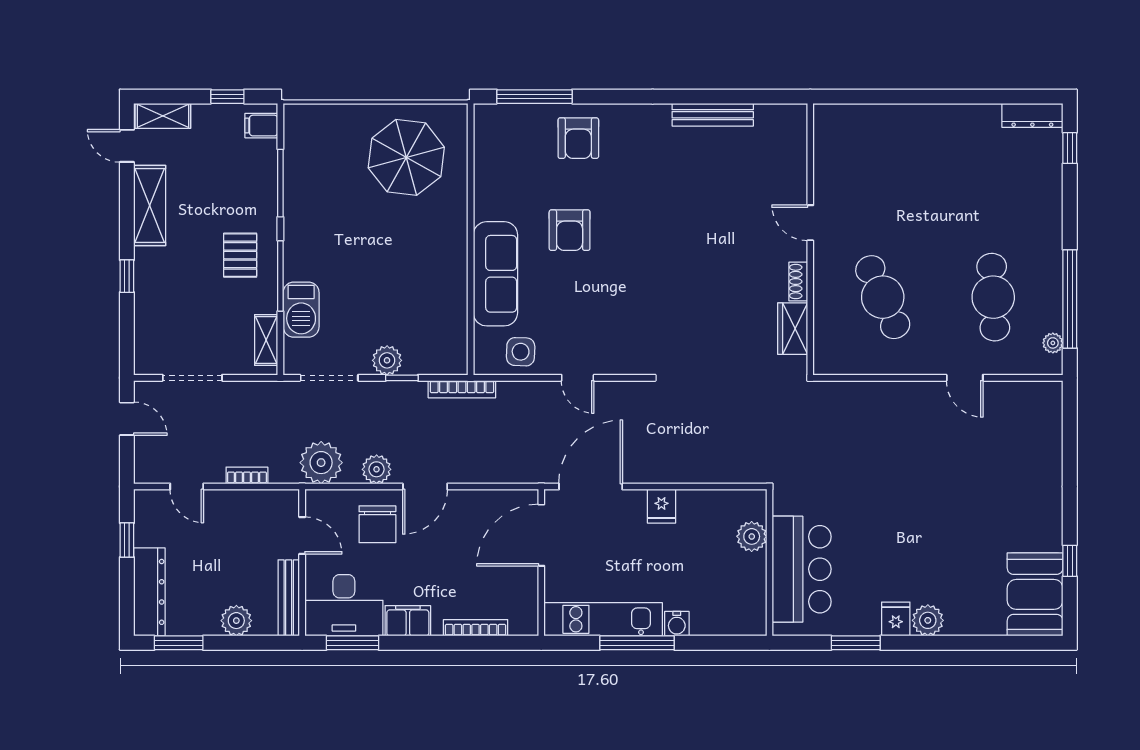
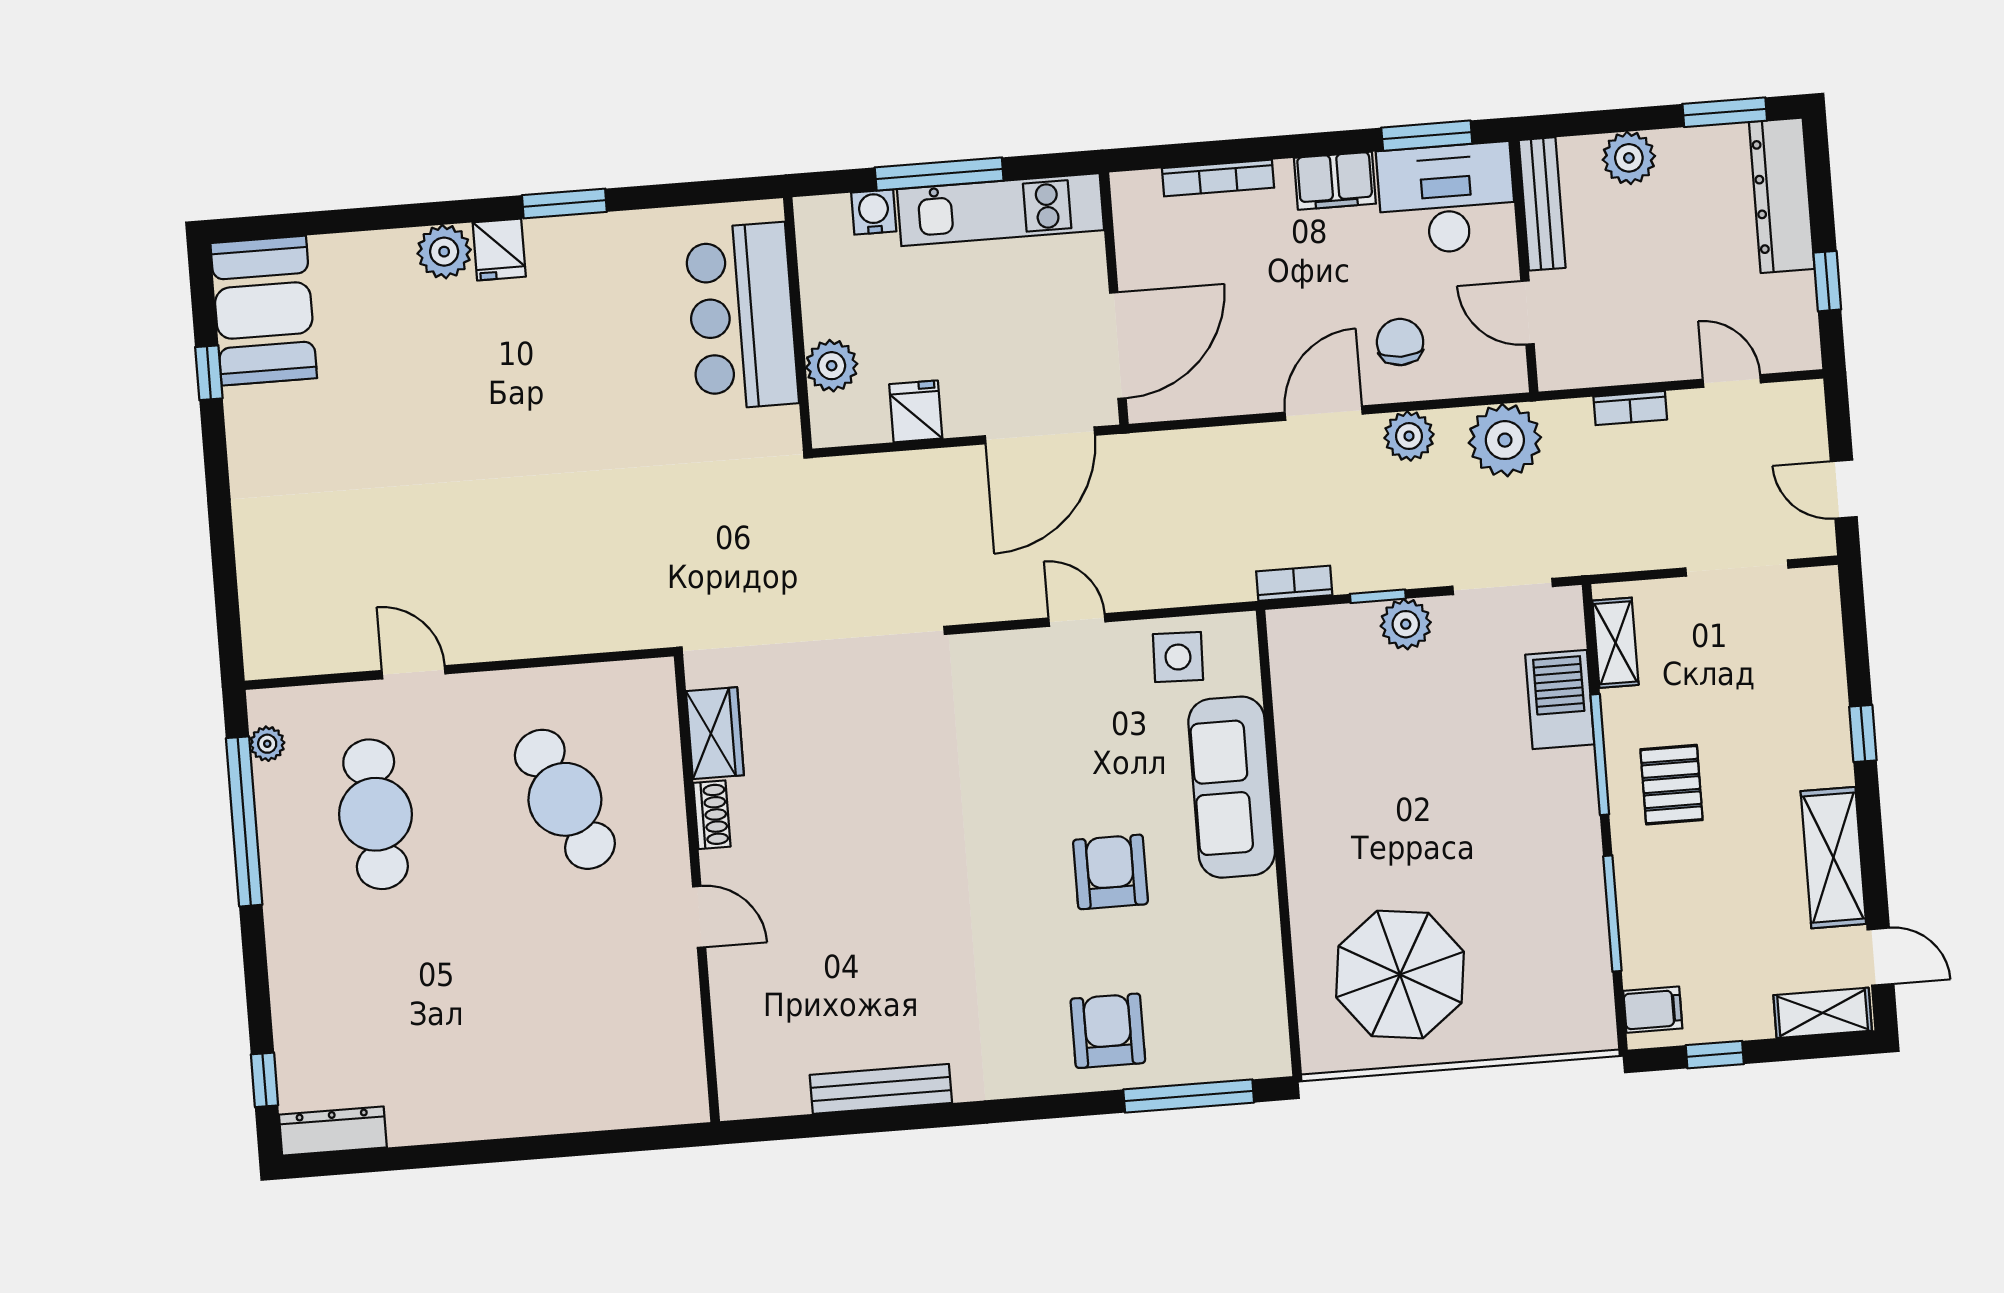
bookcase: (462, 389) -> (1294, 583), width x0.64
chair: (377, 524) -> (1400, 342), width x0.73, depth x0.73
plant: (752, 536) -> (832, 366), moved
wall: (769, 563) -> (798, 323), moved
bar counter: (802, 569) -> (742, 316), moved

